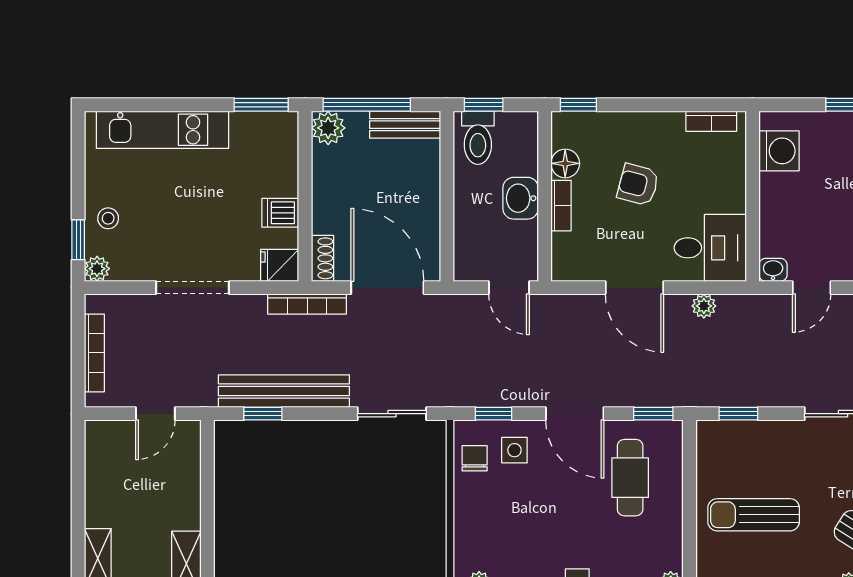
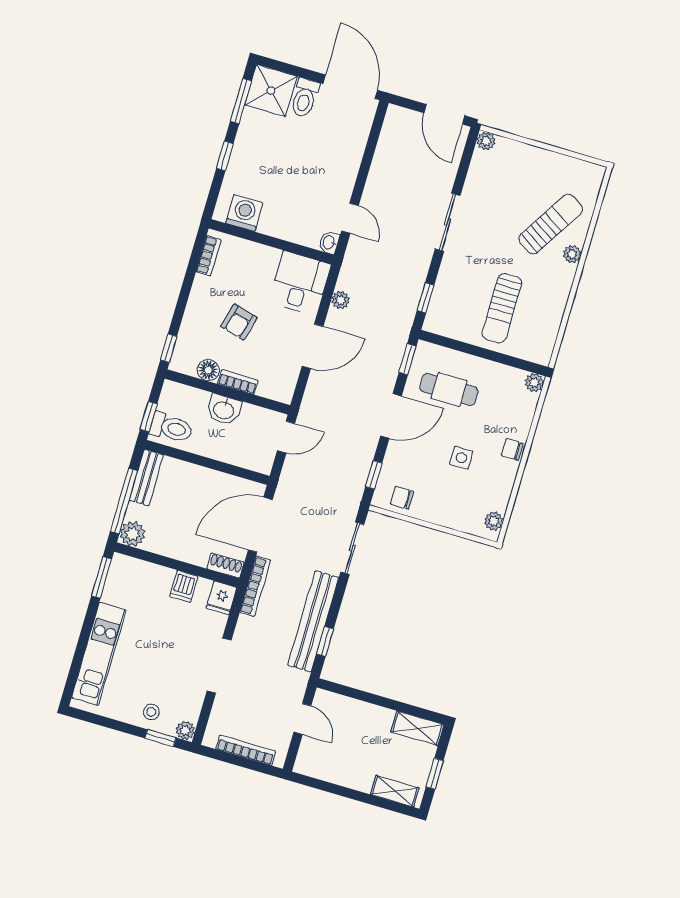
side table: (514, 450) -> (461, 458), moved

